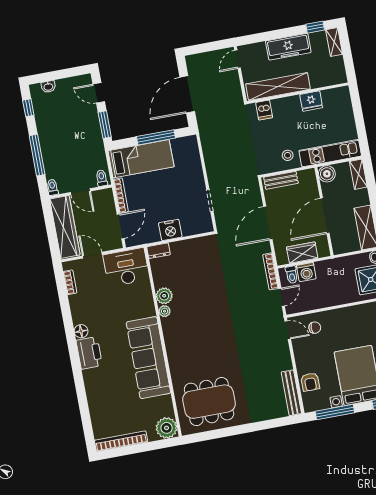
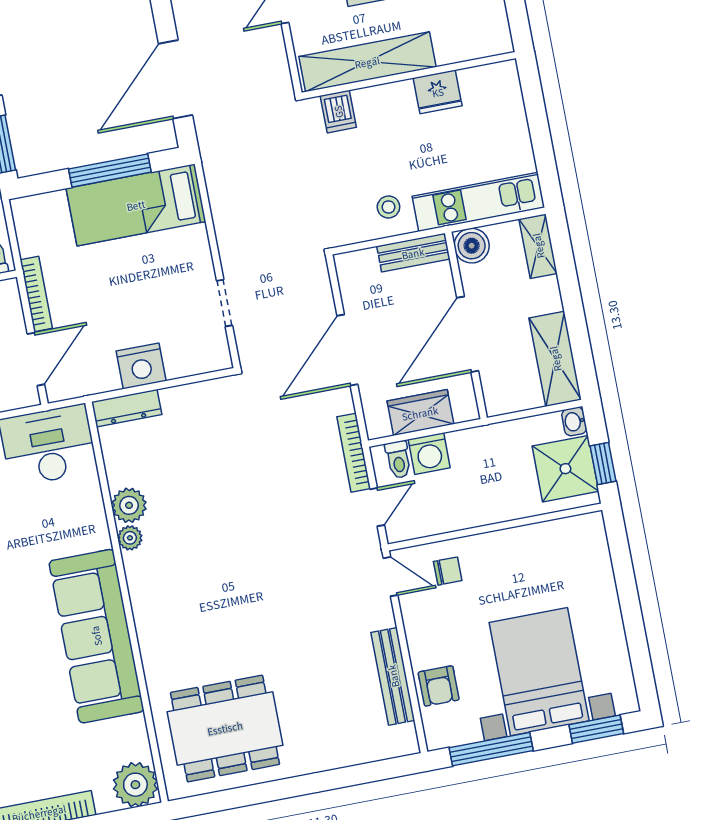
bed: (141, 159) -> (136, 205), moved, turned 180
bench: (281, 180) -> (413, 253), moved
dresser: (159, 251) -> (127, 408), width x1.44
bench: (291, 393) -> (393, 676), moved

